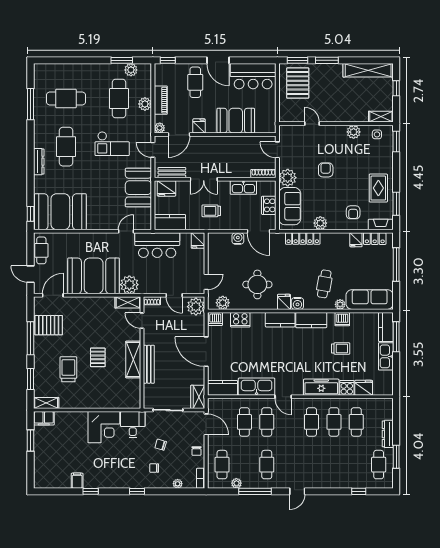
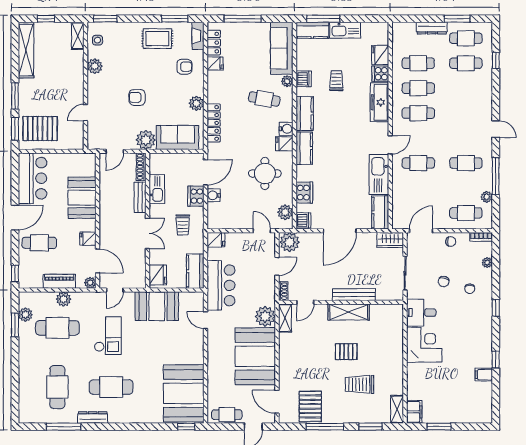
dresser: (39, 162) -> (93, 417), moved
bench: (172, 173) -> (140, 197), moved
cooker: (269, 205) -> (196, 196), moved, turned 90
cafe table: (244, 422) -> (466, 63), moved

